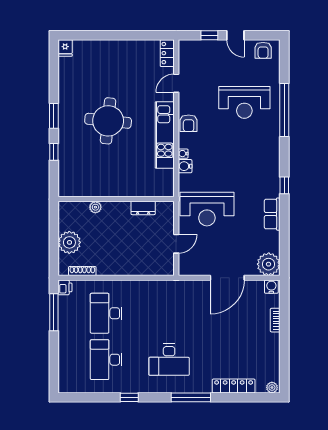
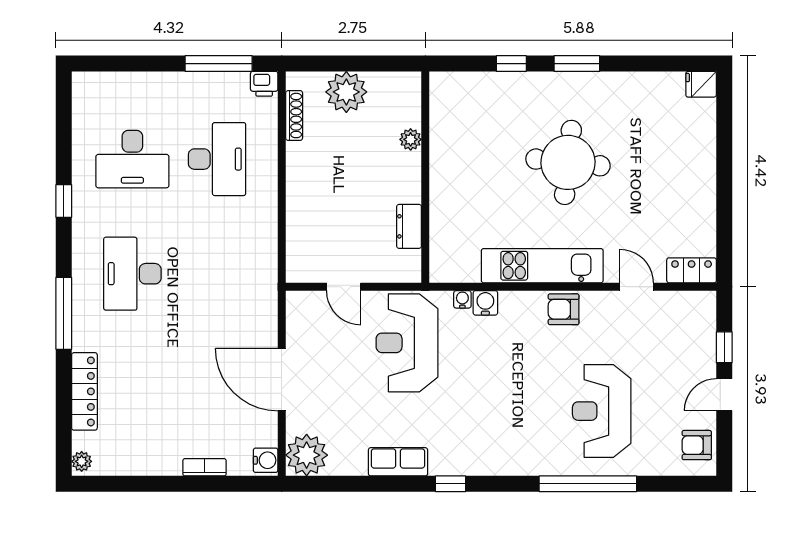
water cooler: (183, 154) -> (462, 299), moved
desk: (106, 313) -> (217, 159), turned 90
desk: (106, 360) -> (132, 159), turned 180

